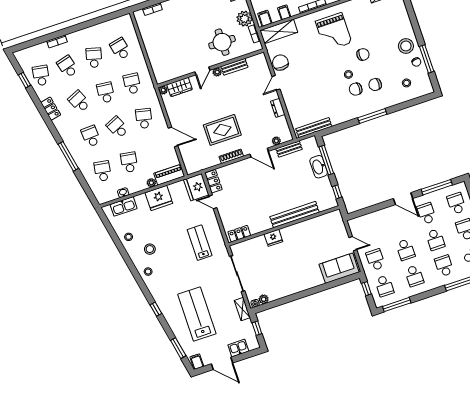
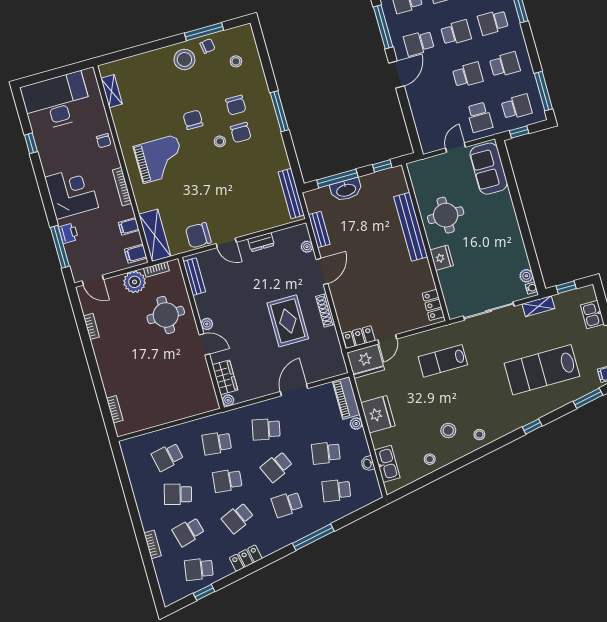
bench: (234, 67) -> (194, 277), moved
round table: (304, 239) -> (446, 215), added
school desk: (376, 260) -> (480, 117), turned -90

